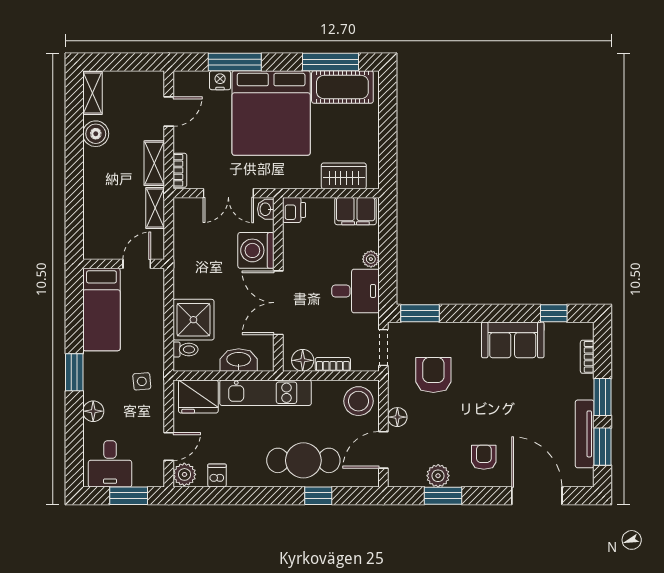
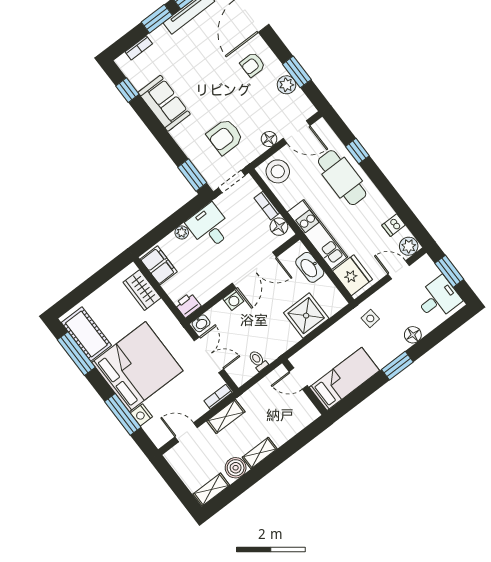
shelving: (155, 208) -> (260, 453), moved
washing machine: (256, 250) -> (233, 300), width x0.53, depth x0.53
toilet: (185, 349) -> (258, 361), moved

